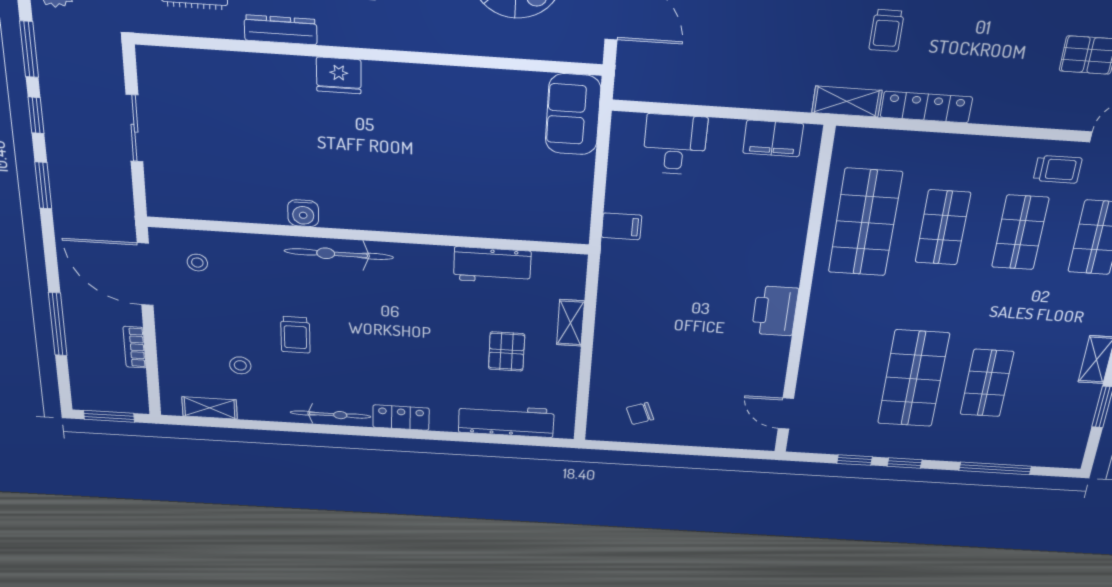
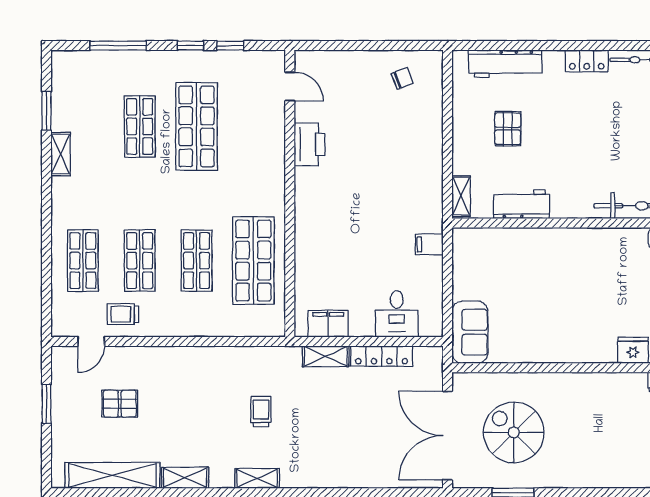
shelving: (847, 102) -> (326, 356), moved
locker: (926, 107) -> (382, 356), moved
printer: (775, 311) -> (309, 144), moved
shelving: (570, 323) -> (461, 196), moved

